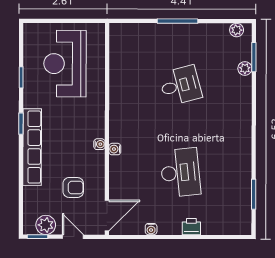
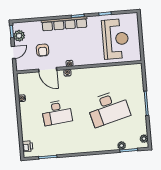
reception desk: (65, 64) -> (115, 39), turned 90
desk: (180, 85) -> (108, 108), width x1.87, depth x1.30
door: (107, 215) -> (48, 70), moved
printer: (191, 227) -> (27, 146), moved

